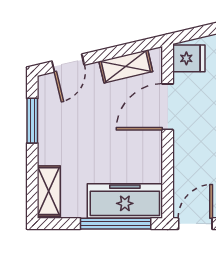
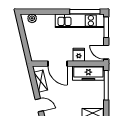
fridge: (189, 58) -> (79, 55), moved
freezer: (125, 201) -> (88, 73), moved, turned -90

